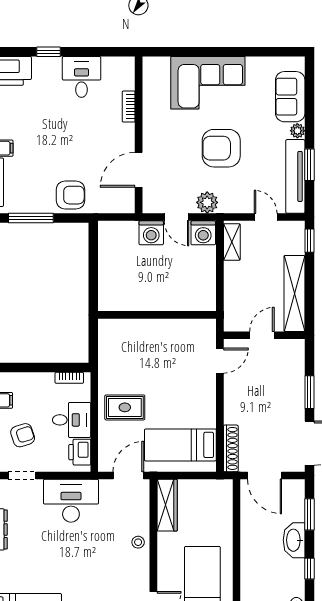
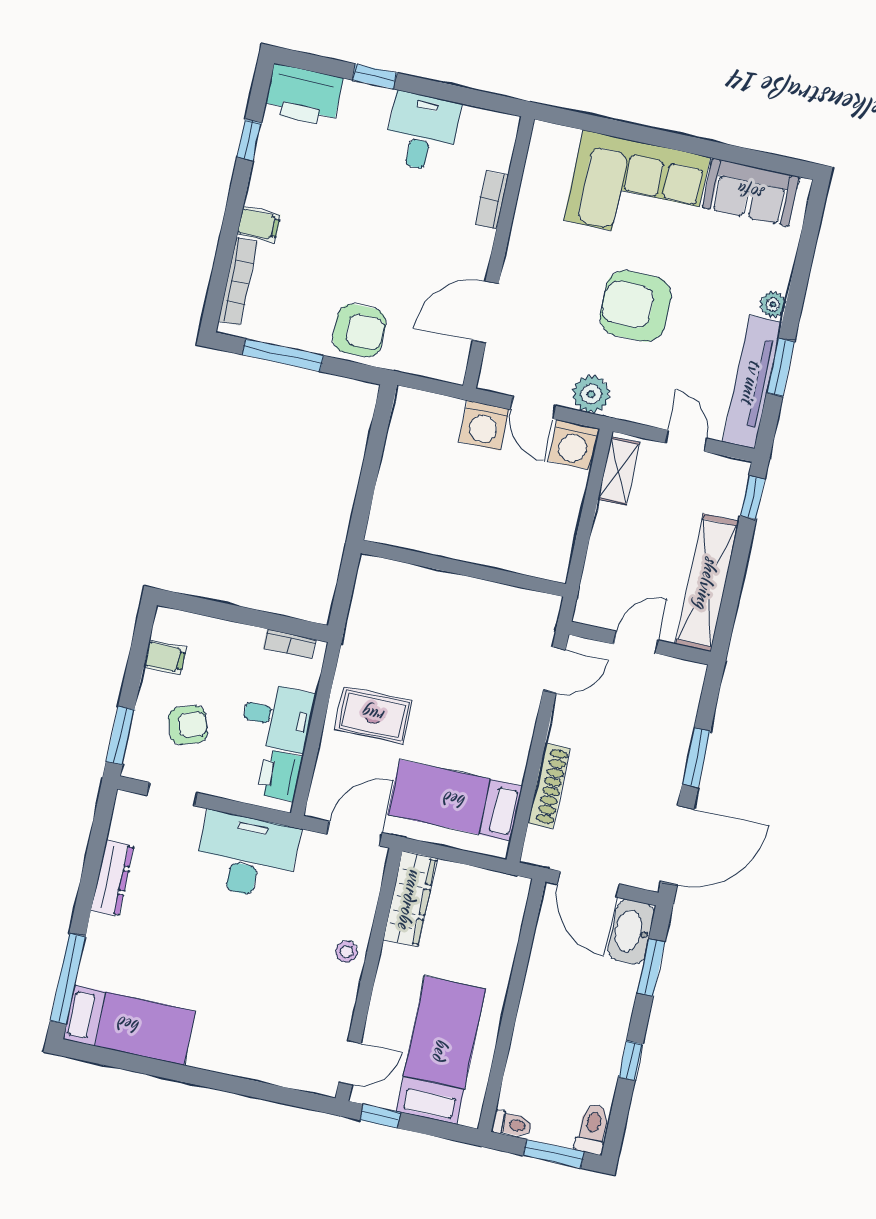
sofa: (290, 97) -> (751, 192), moved, turned -90
shoe rack: (231, 448) -> (549, 786), moved
washbasin: (294, 540) -> (631, 932), moved

